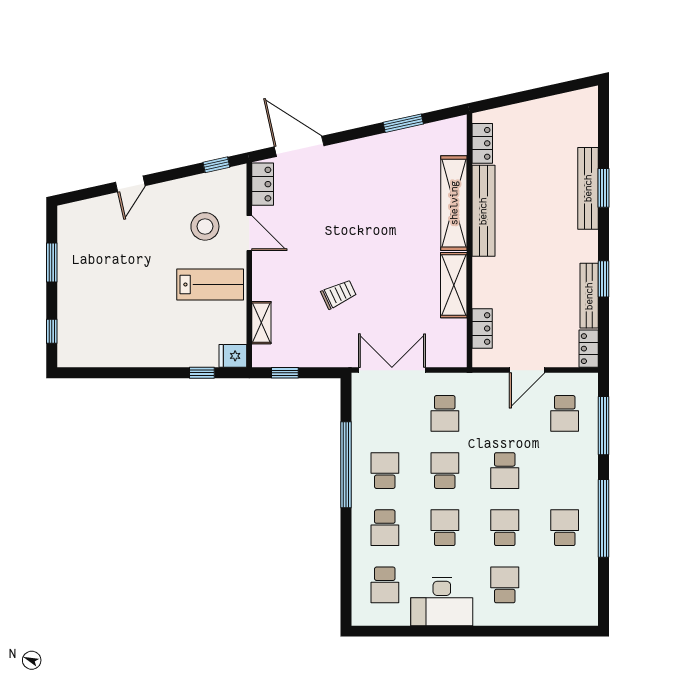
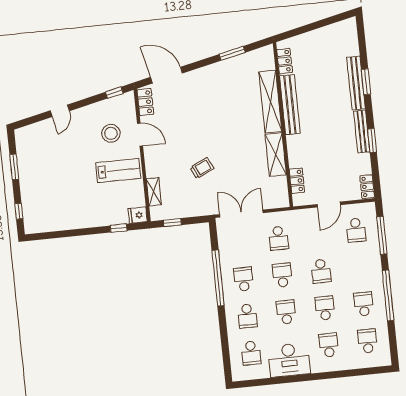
bench: (589, 296) -> (362, 132), moved
school desk: (565, 585) -> (367, 341), added

